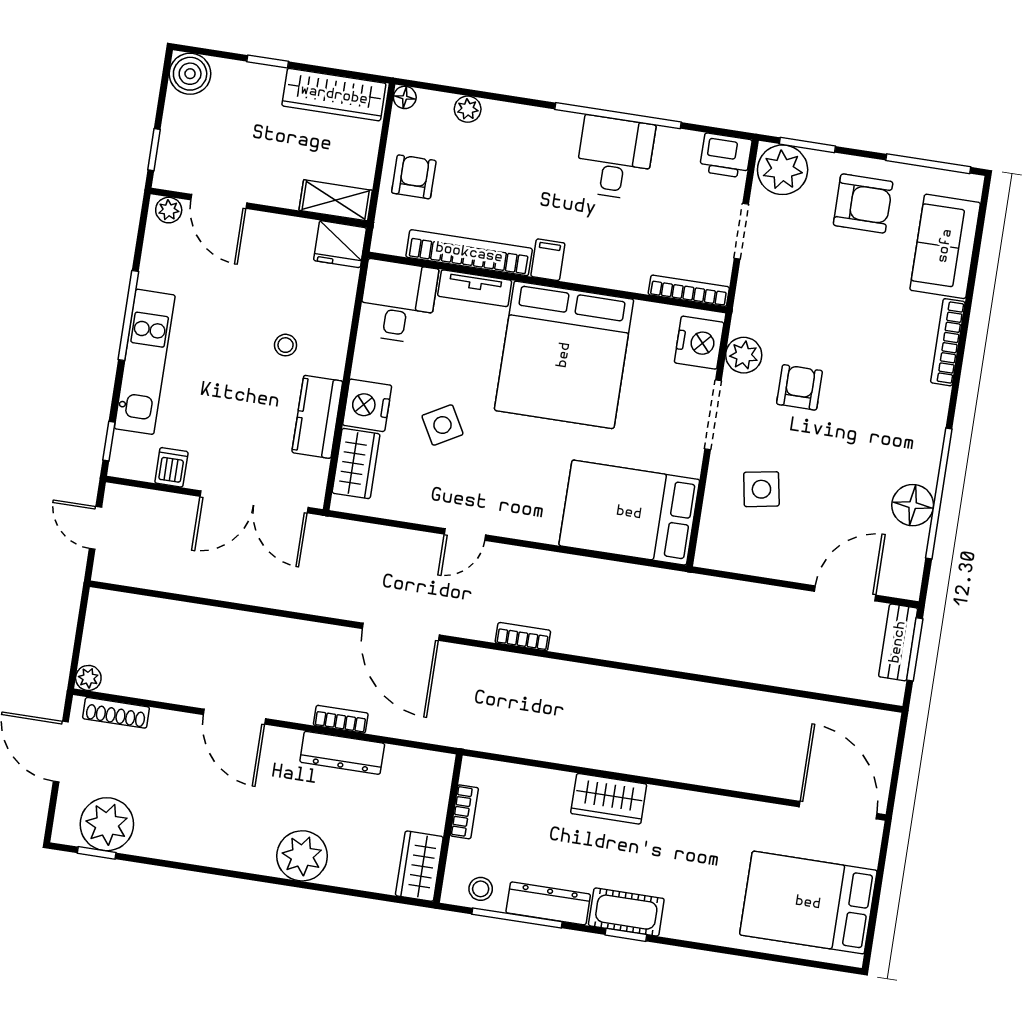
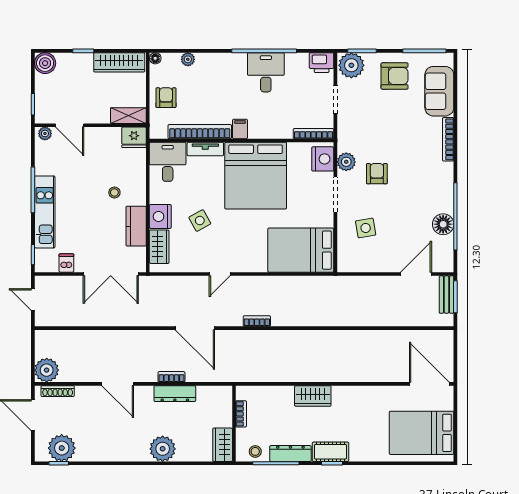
plant: (88, 678) -> (47, 370), width x1.87, depth x1.87

